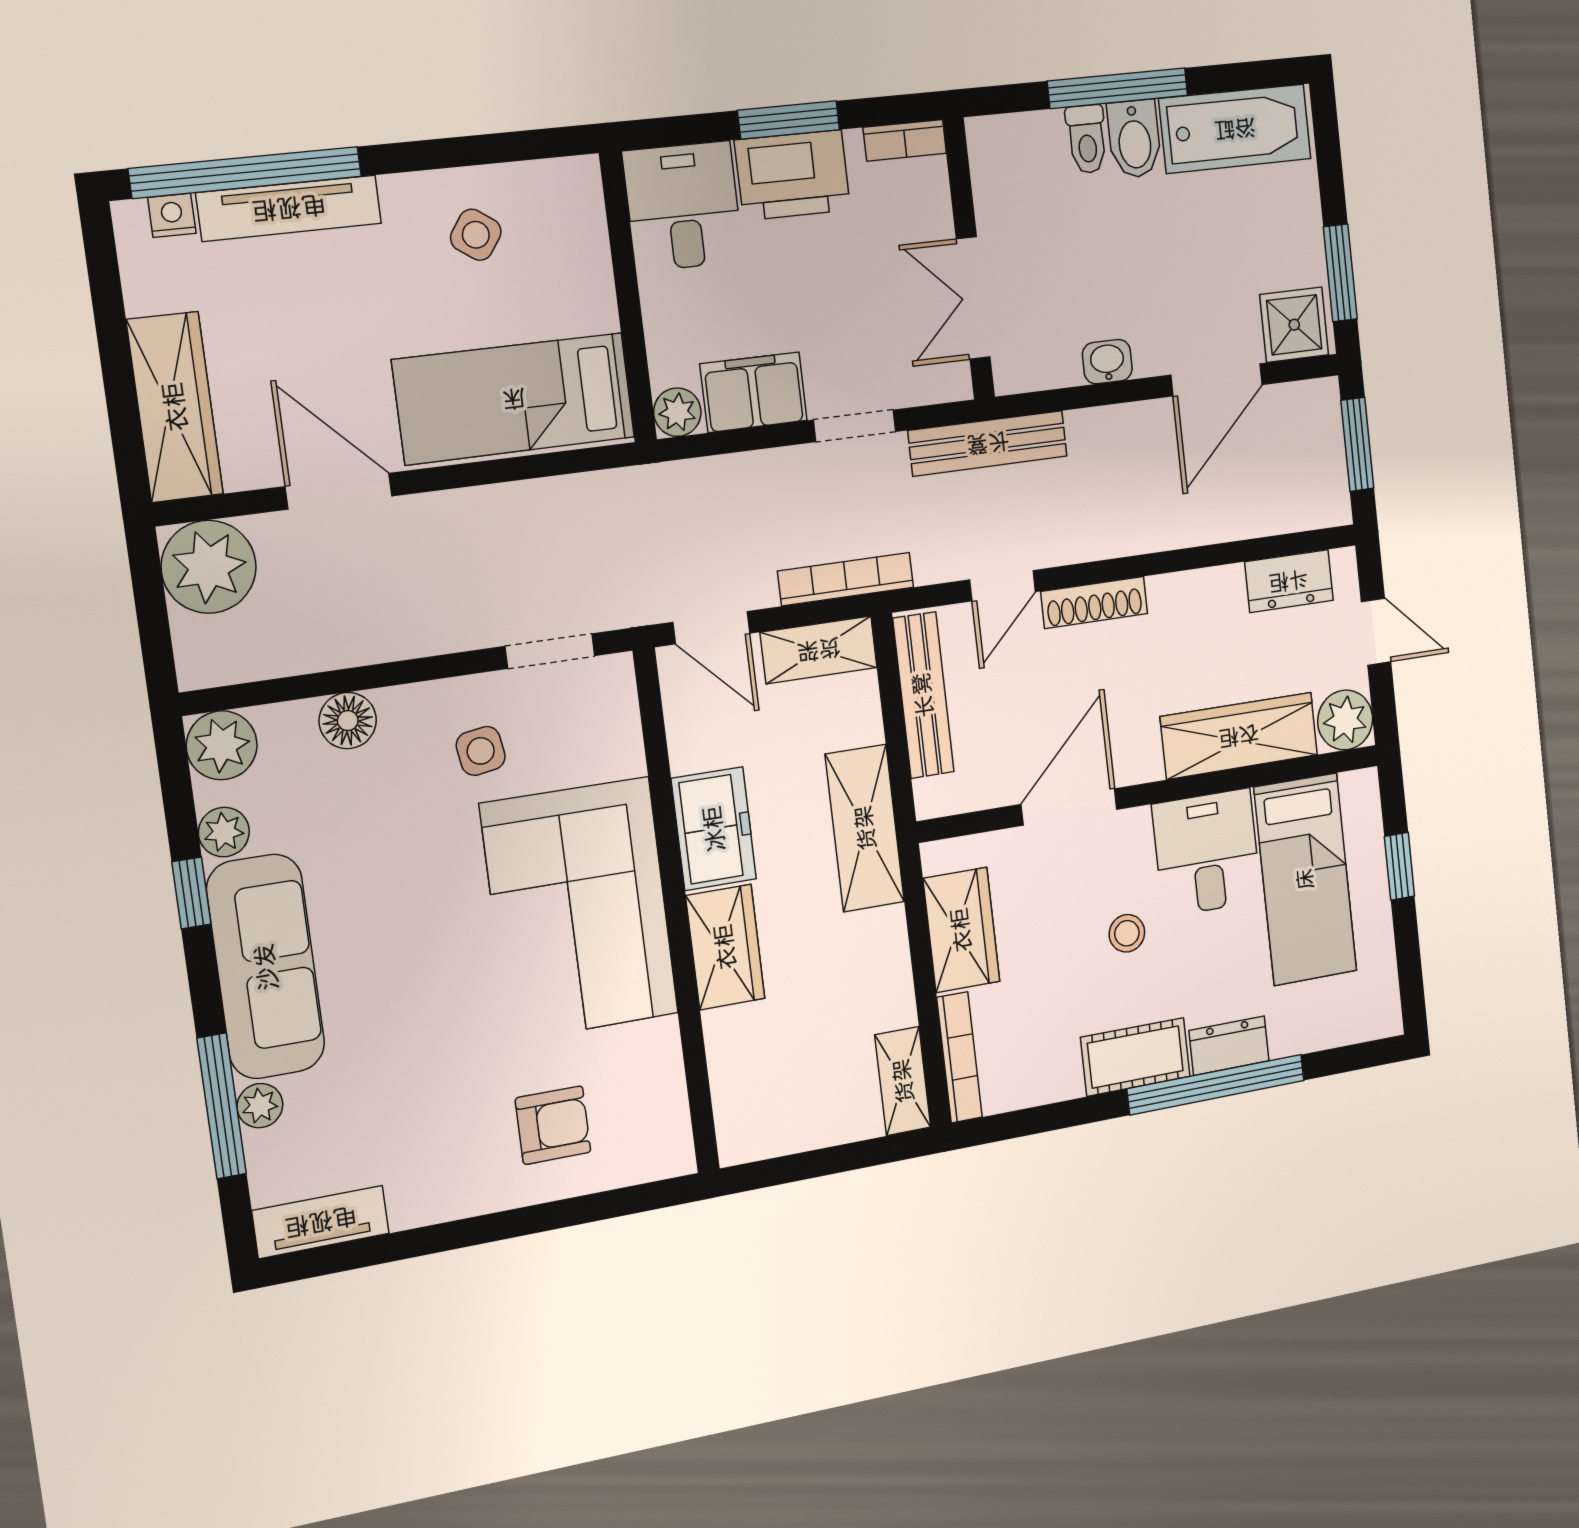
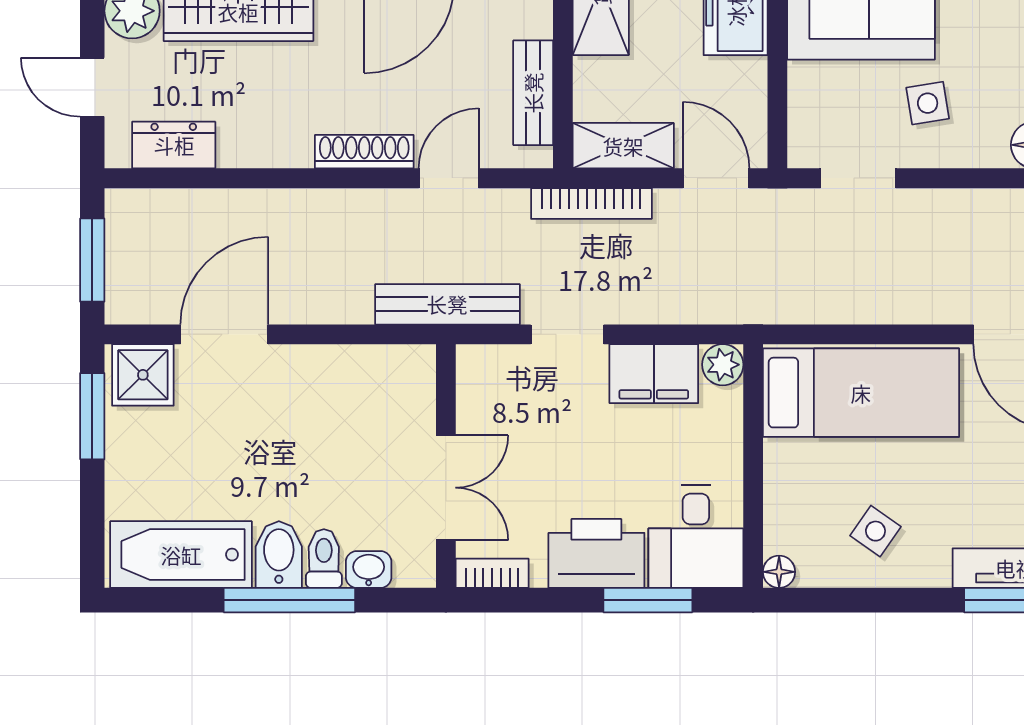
window: (789, 120) -> (648, 600), moved
floor lamp: (582, 174) -> (779, 572), added
double door: (973, 298) -> (446, 488), moved
washbasin: (1107, 362) -> (369, 569), moved, turned 180
bench: (923, 695) -> (533, 93), width x0.73

